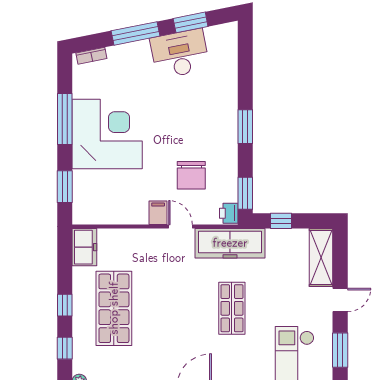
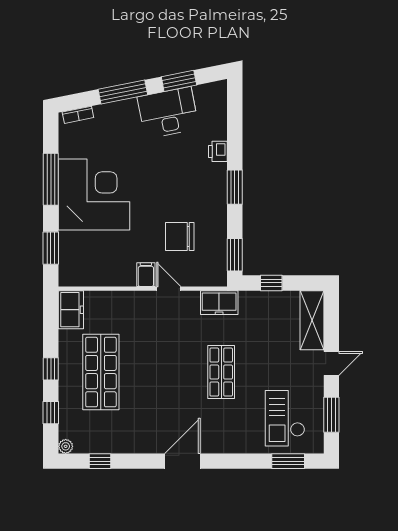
chair: (191, 175) -> (180, 236), turned 90
printer: (229, 213) -> (218, 151), moved
freezer: (230, 243) -> (219, 303), width x0.52, depth x0.79

